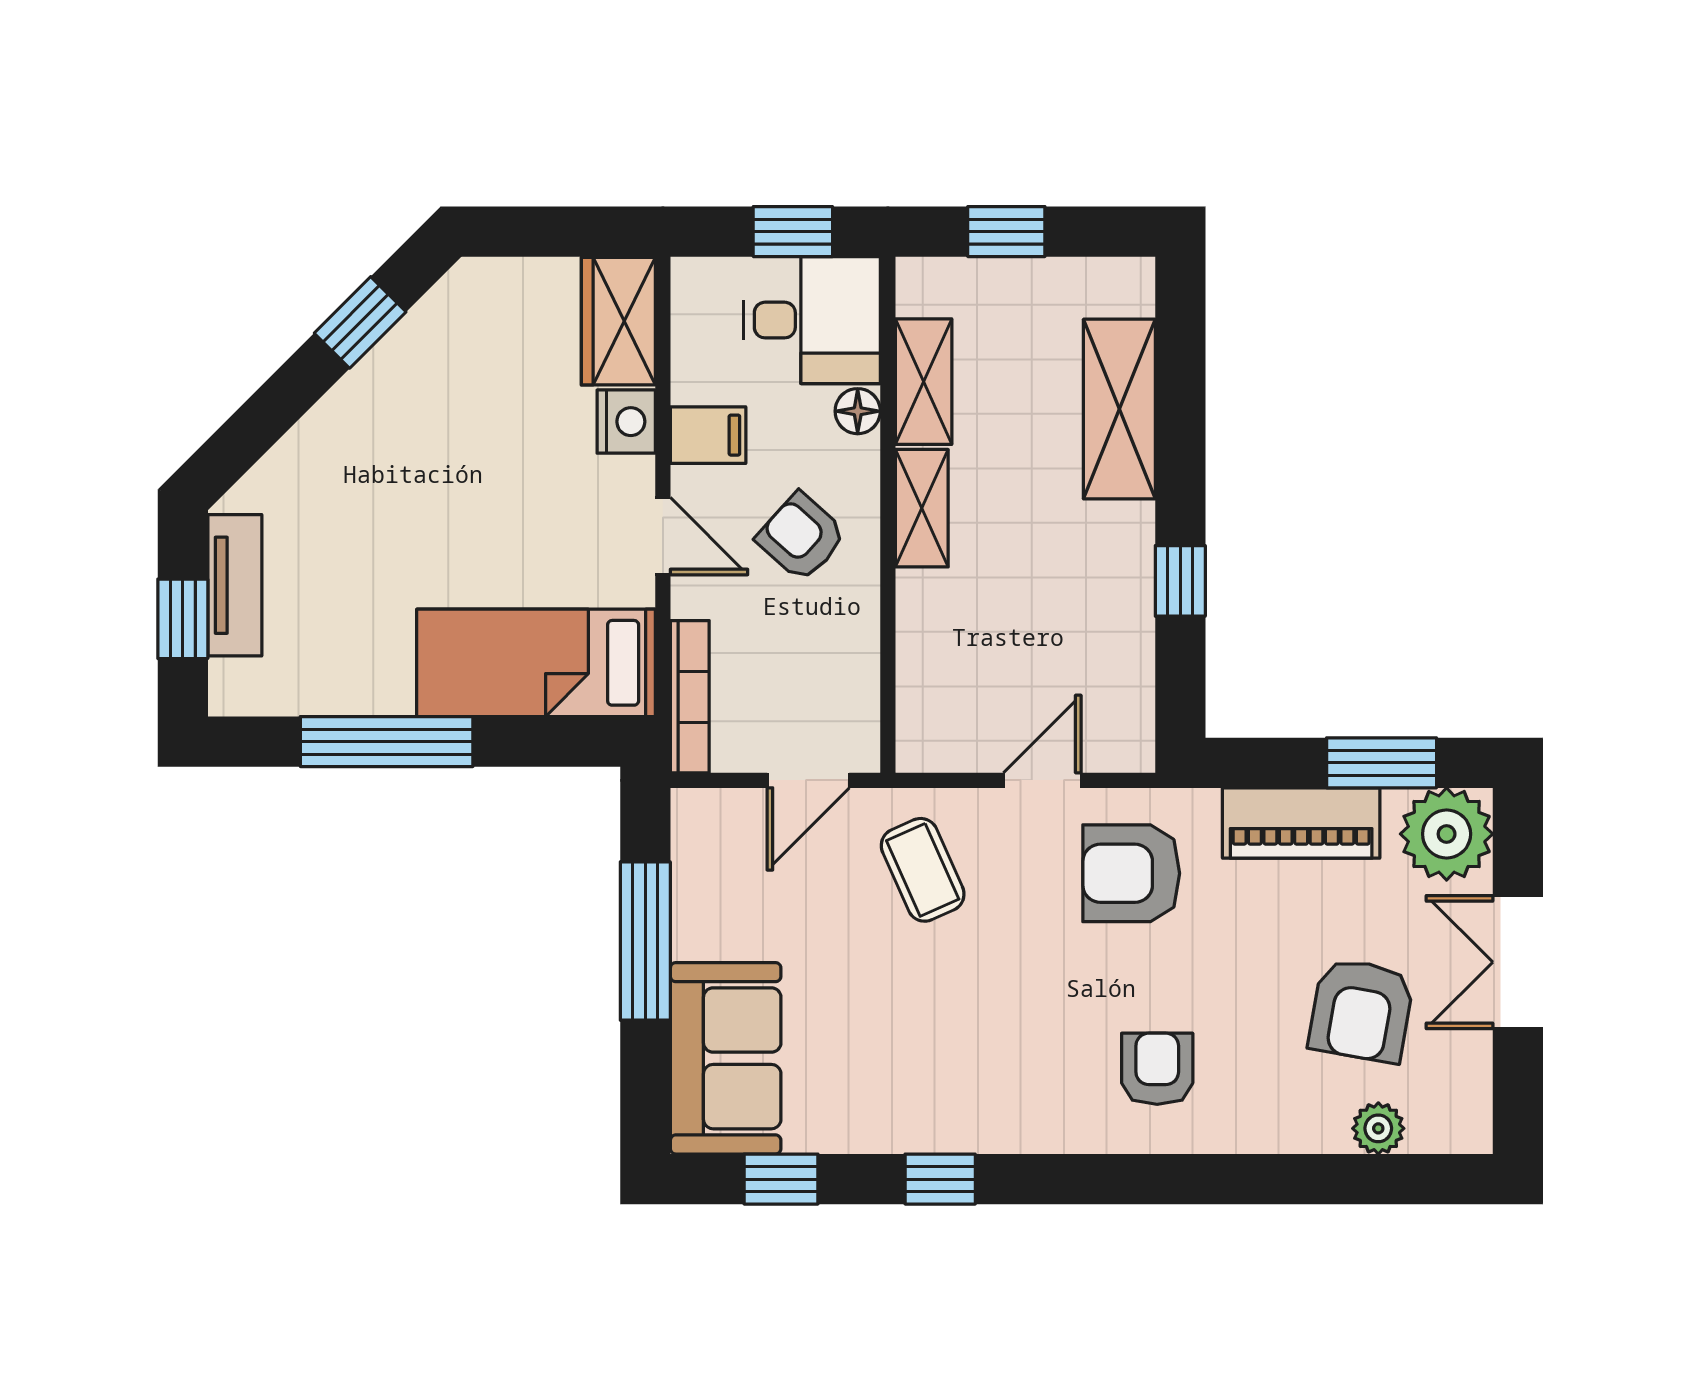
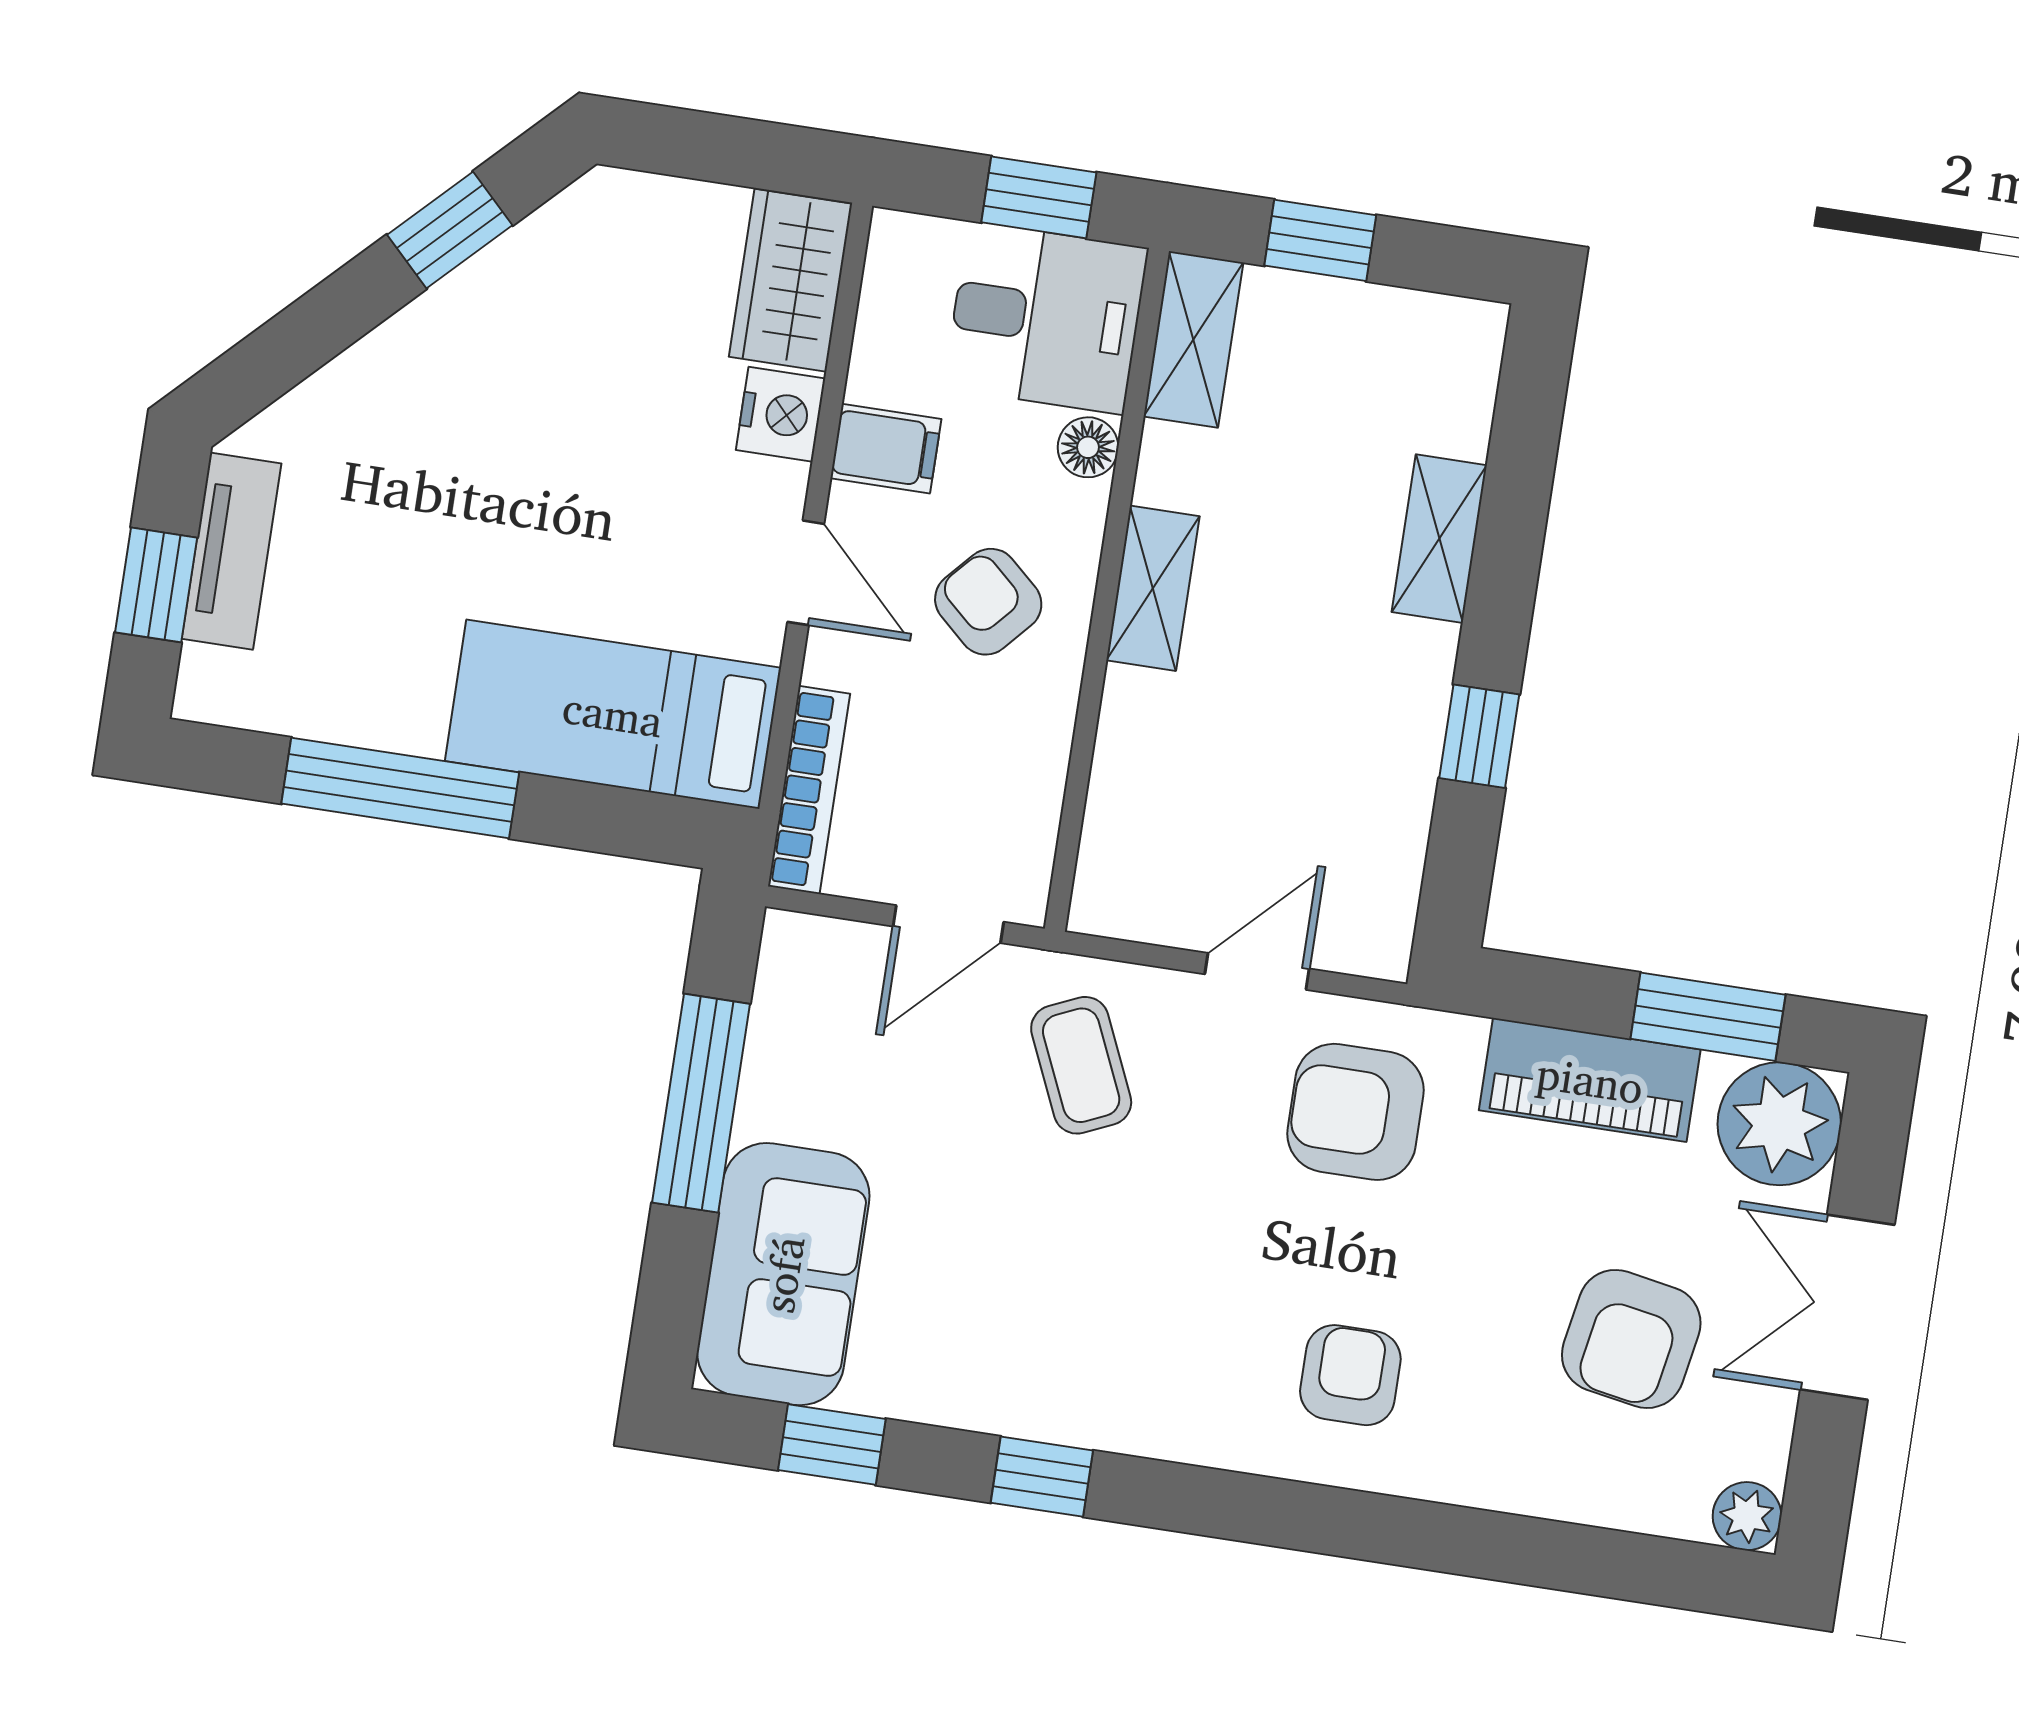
shelving: (924, 382) -> (1193, 339), moved
shelving: (1119, 409) -> (1439, 539), width x0.67, depth x0.75
plant: (1378, 1128) -> (1747, 1516), moved

